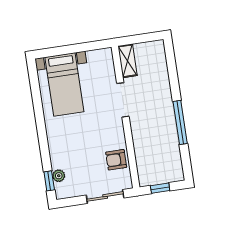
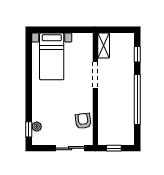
window: (172, 66) -> (137, 54), added
window: (180, 122) -> (137, 99), width x1.46
armchair: (116, 160) -> (83, 121), turned 83

